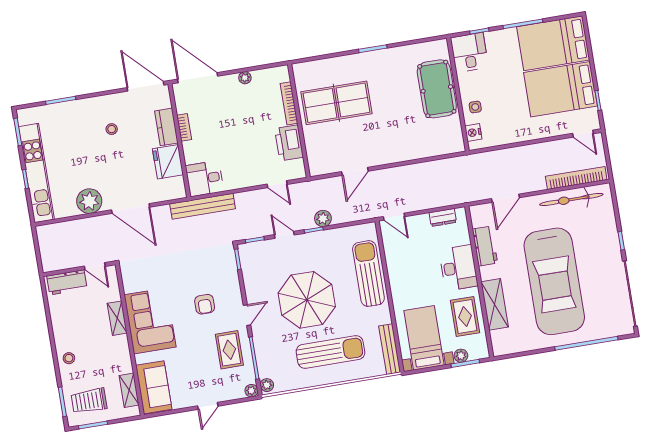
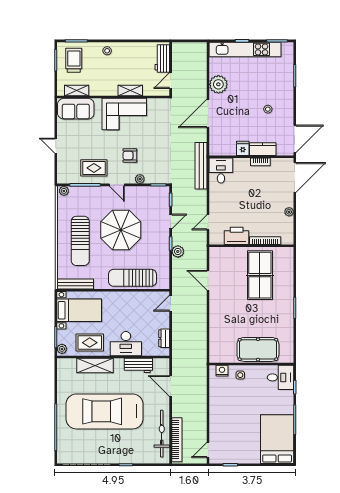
bed: (560, 89) -> (243, 439), removed
fridge: (168, 162) -> (243, 148), width x0.53, depth x0.75
sun lounger: (368, 274) -> (132, 278), turned 180
plant: (461, 356) -> (62, 349), moved
plant: (251, 391) -> (140, 179), moved

